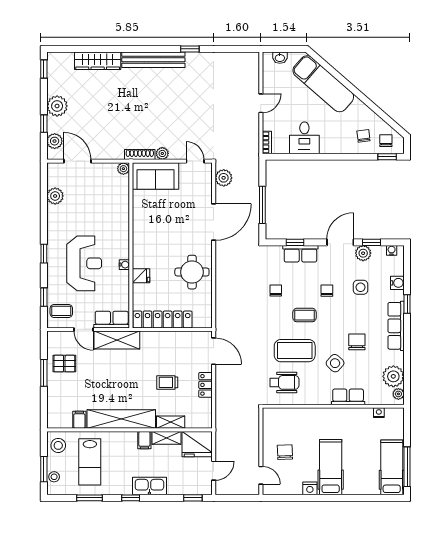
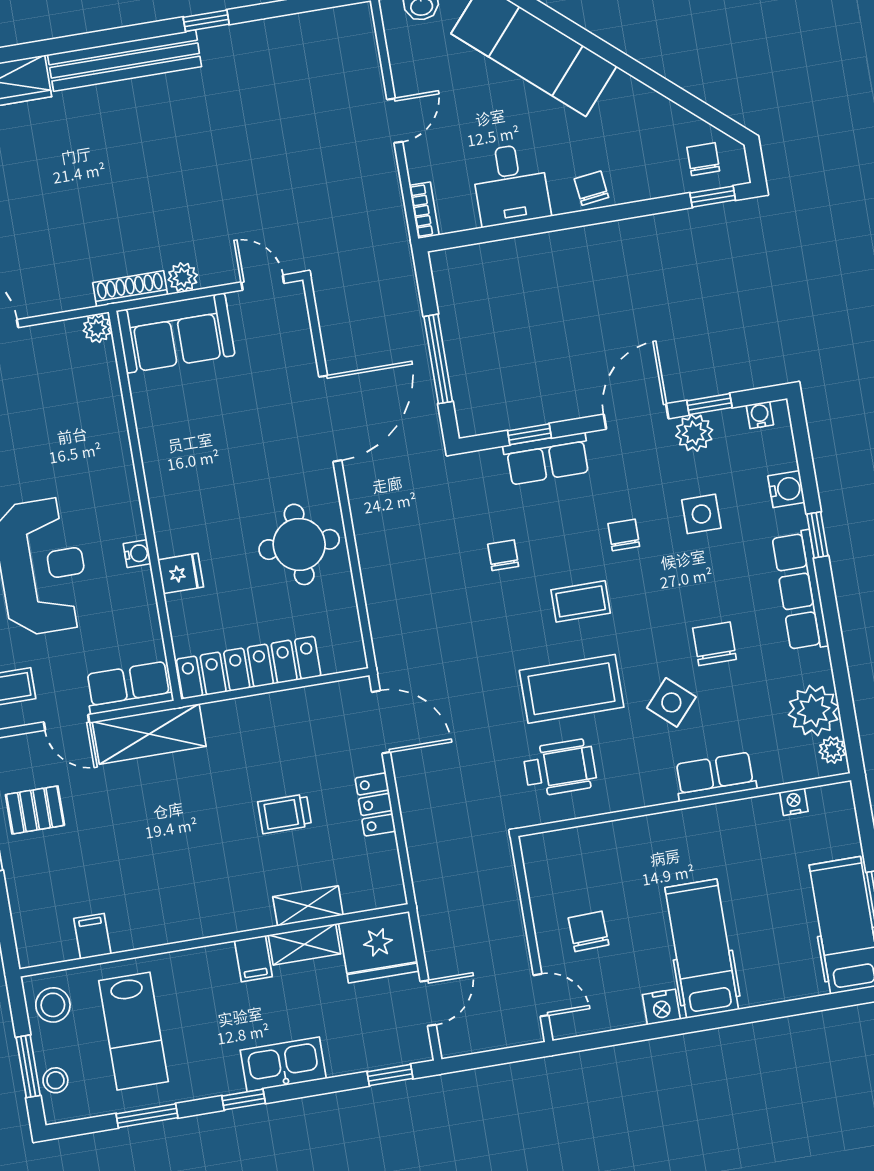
chair: (363, 136) -> (591, 188), moved
plant: (224, 178) -> (336, 311), removed
shelving: (121, 419) -> (191, 918), removed

